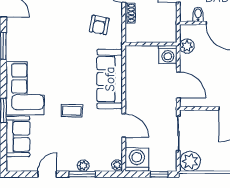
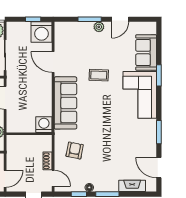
washing machine: (168, 54) -> (44, 125), moved
plant: (117, 165) -> (59, 27), removed
plant: (83, 166) -> (99, 27), moved
window: (159, 174) -> (33, 19), moved

